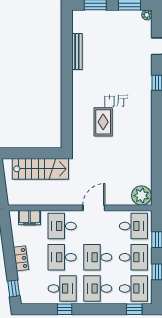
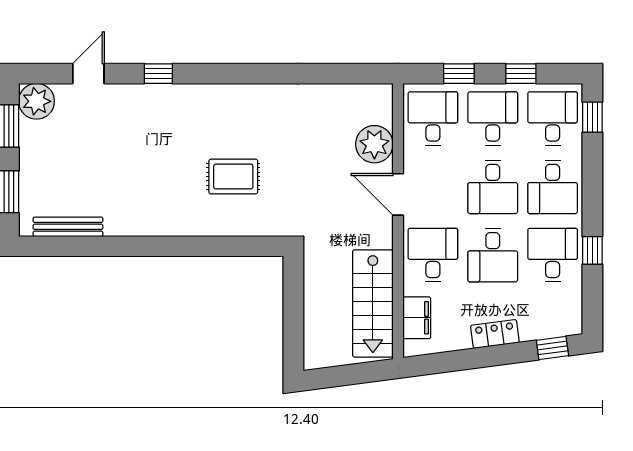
plant: (147, 15) -> (37, 101), width x1.88, depth x1.88
bench: (77, 51) -> (68, 227), moved
stairs: (40, 169) -> (373, 303), moved, turned 180
plant: (141, 196) -> (374, 144), moved
desk: (62, 226) -> (433, 255), turned 180

